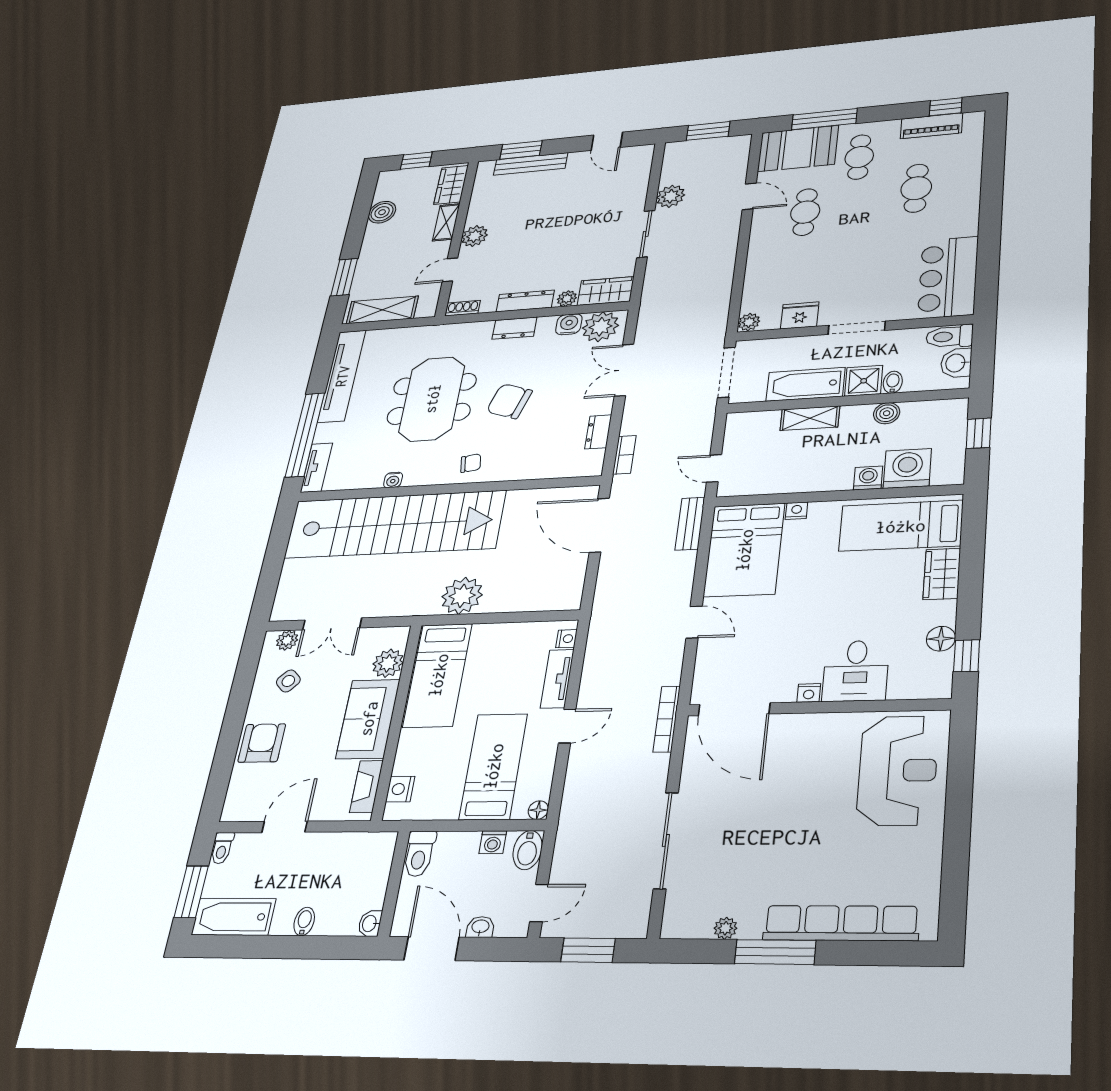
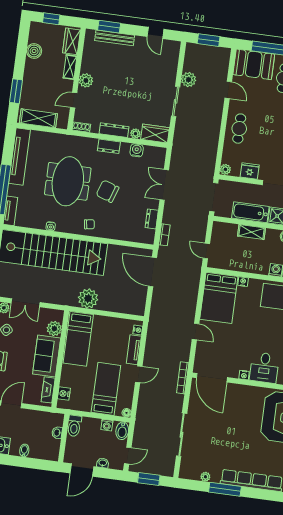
cafe table: (805, 212) -> (239, 129), moved
plant: (601, 327) -> (153, 155), removed
bench: (690, 524) -> (195, 279), removed
washbasin: (370, 923) -> (57, 433), moved
door: (431, 949) -> (82, 470), swing flipped

